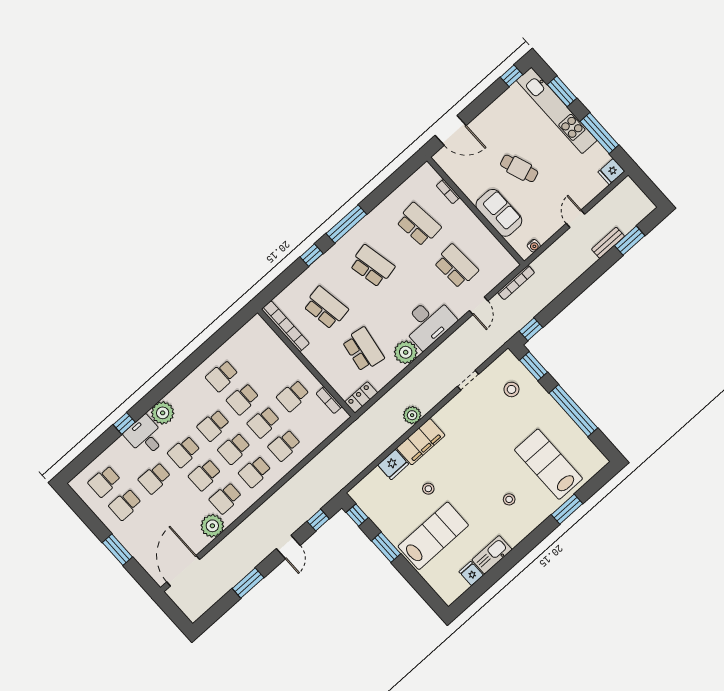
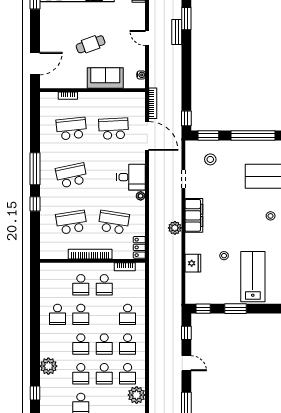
door: (479, 306) -> (147, 136), width x1.87
desk: (428, 322) -> (131, 177), width x0.73
bookcase: (285, 326) -> (90, 254), moved
plant: (406, 352) -> (141, 196), width x0.53, depth x0.53
school desk: (264, 422) -> (81, 285), moved
desk: (145, 436) -> (53, 388), removed
filing cabinet: (421, 442) -> (194, 215), moved

